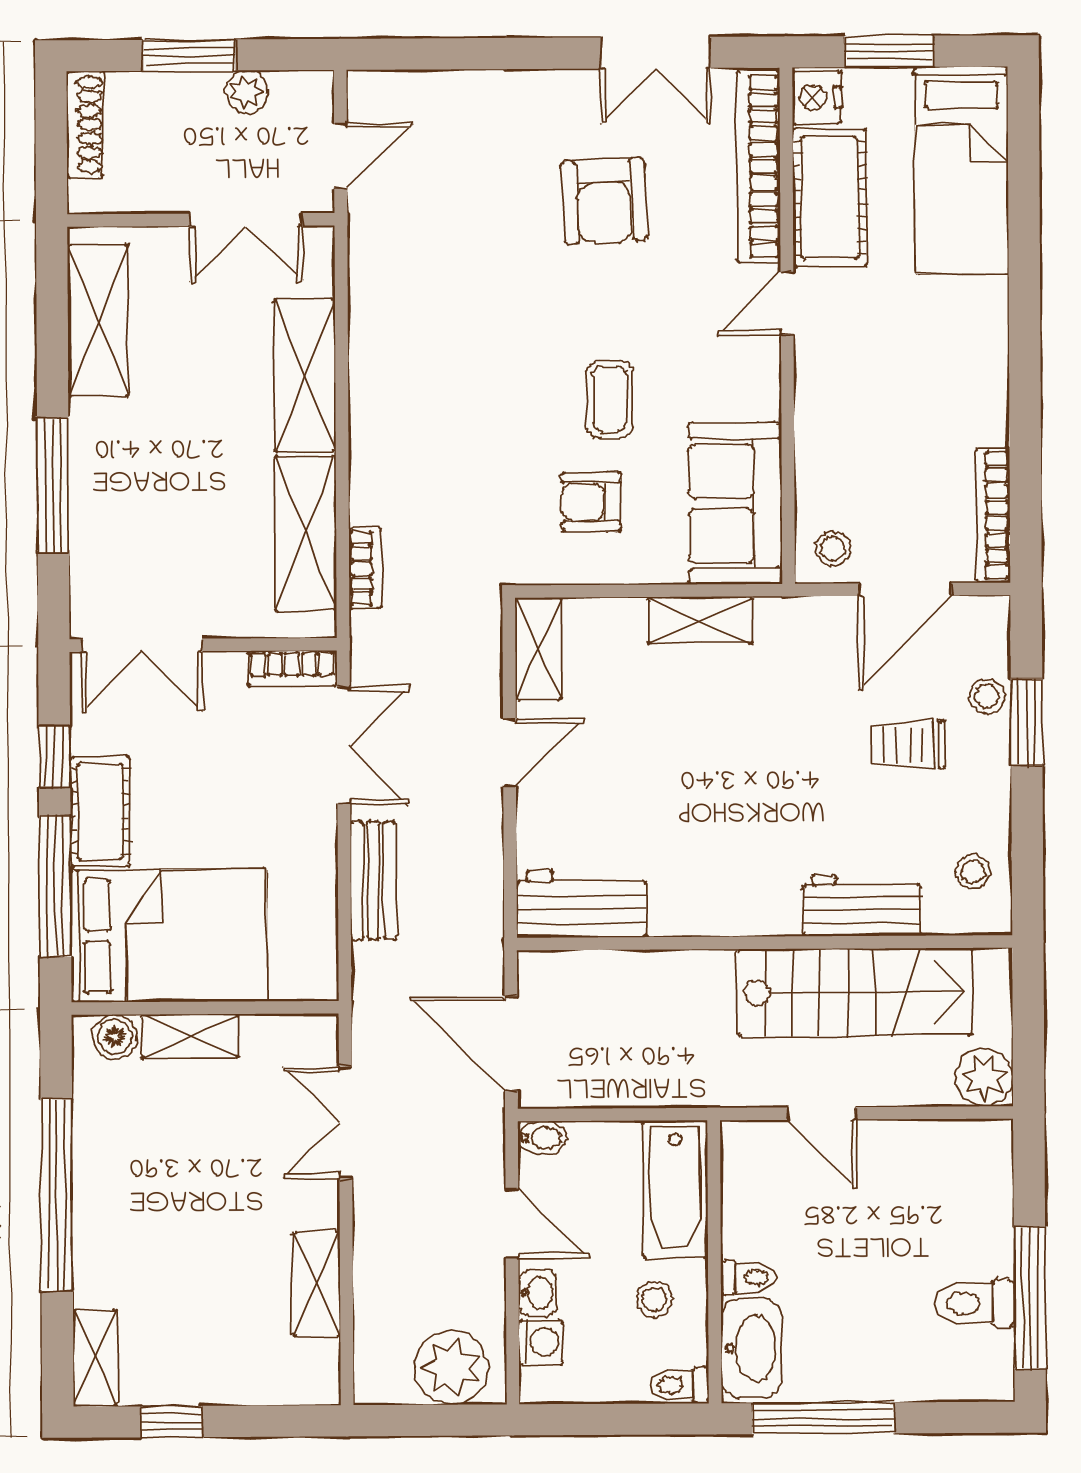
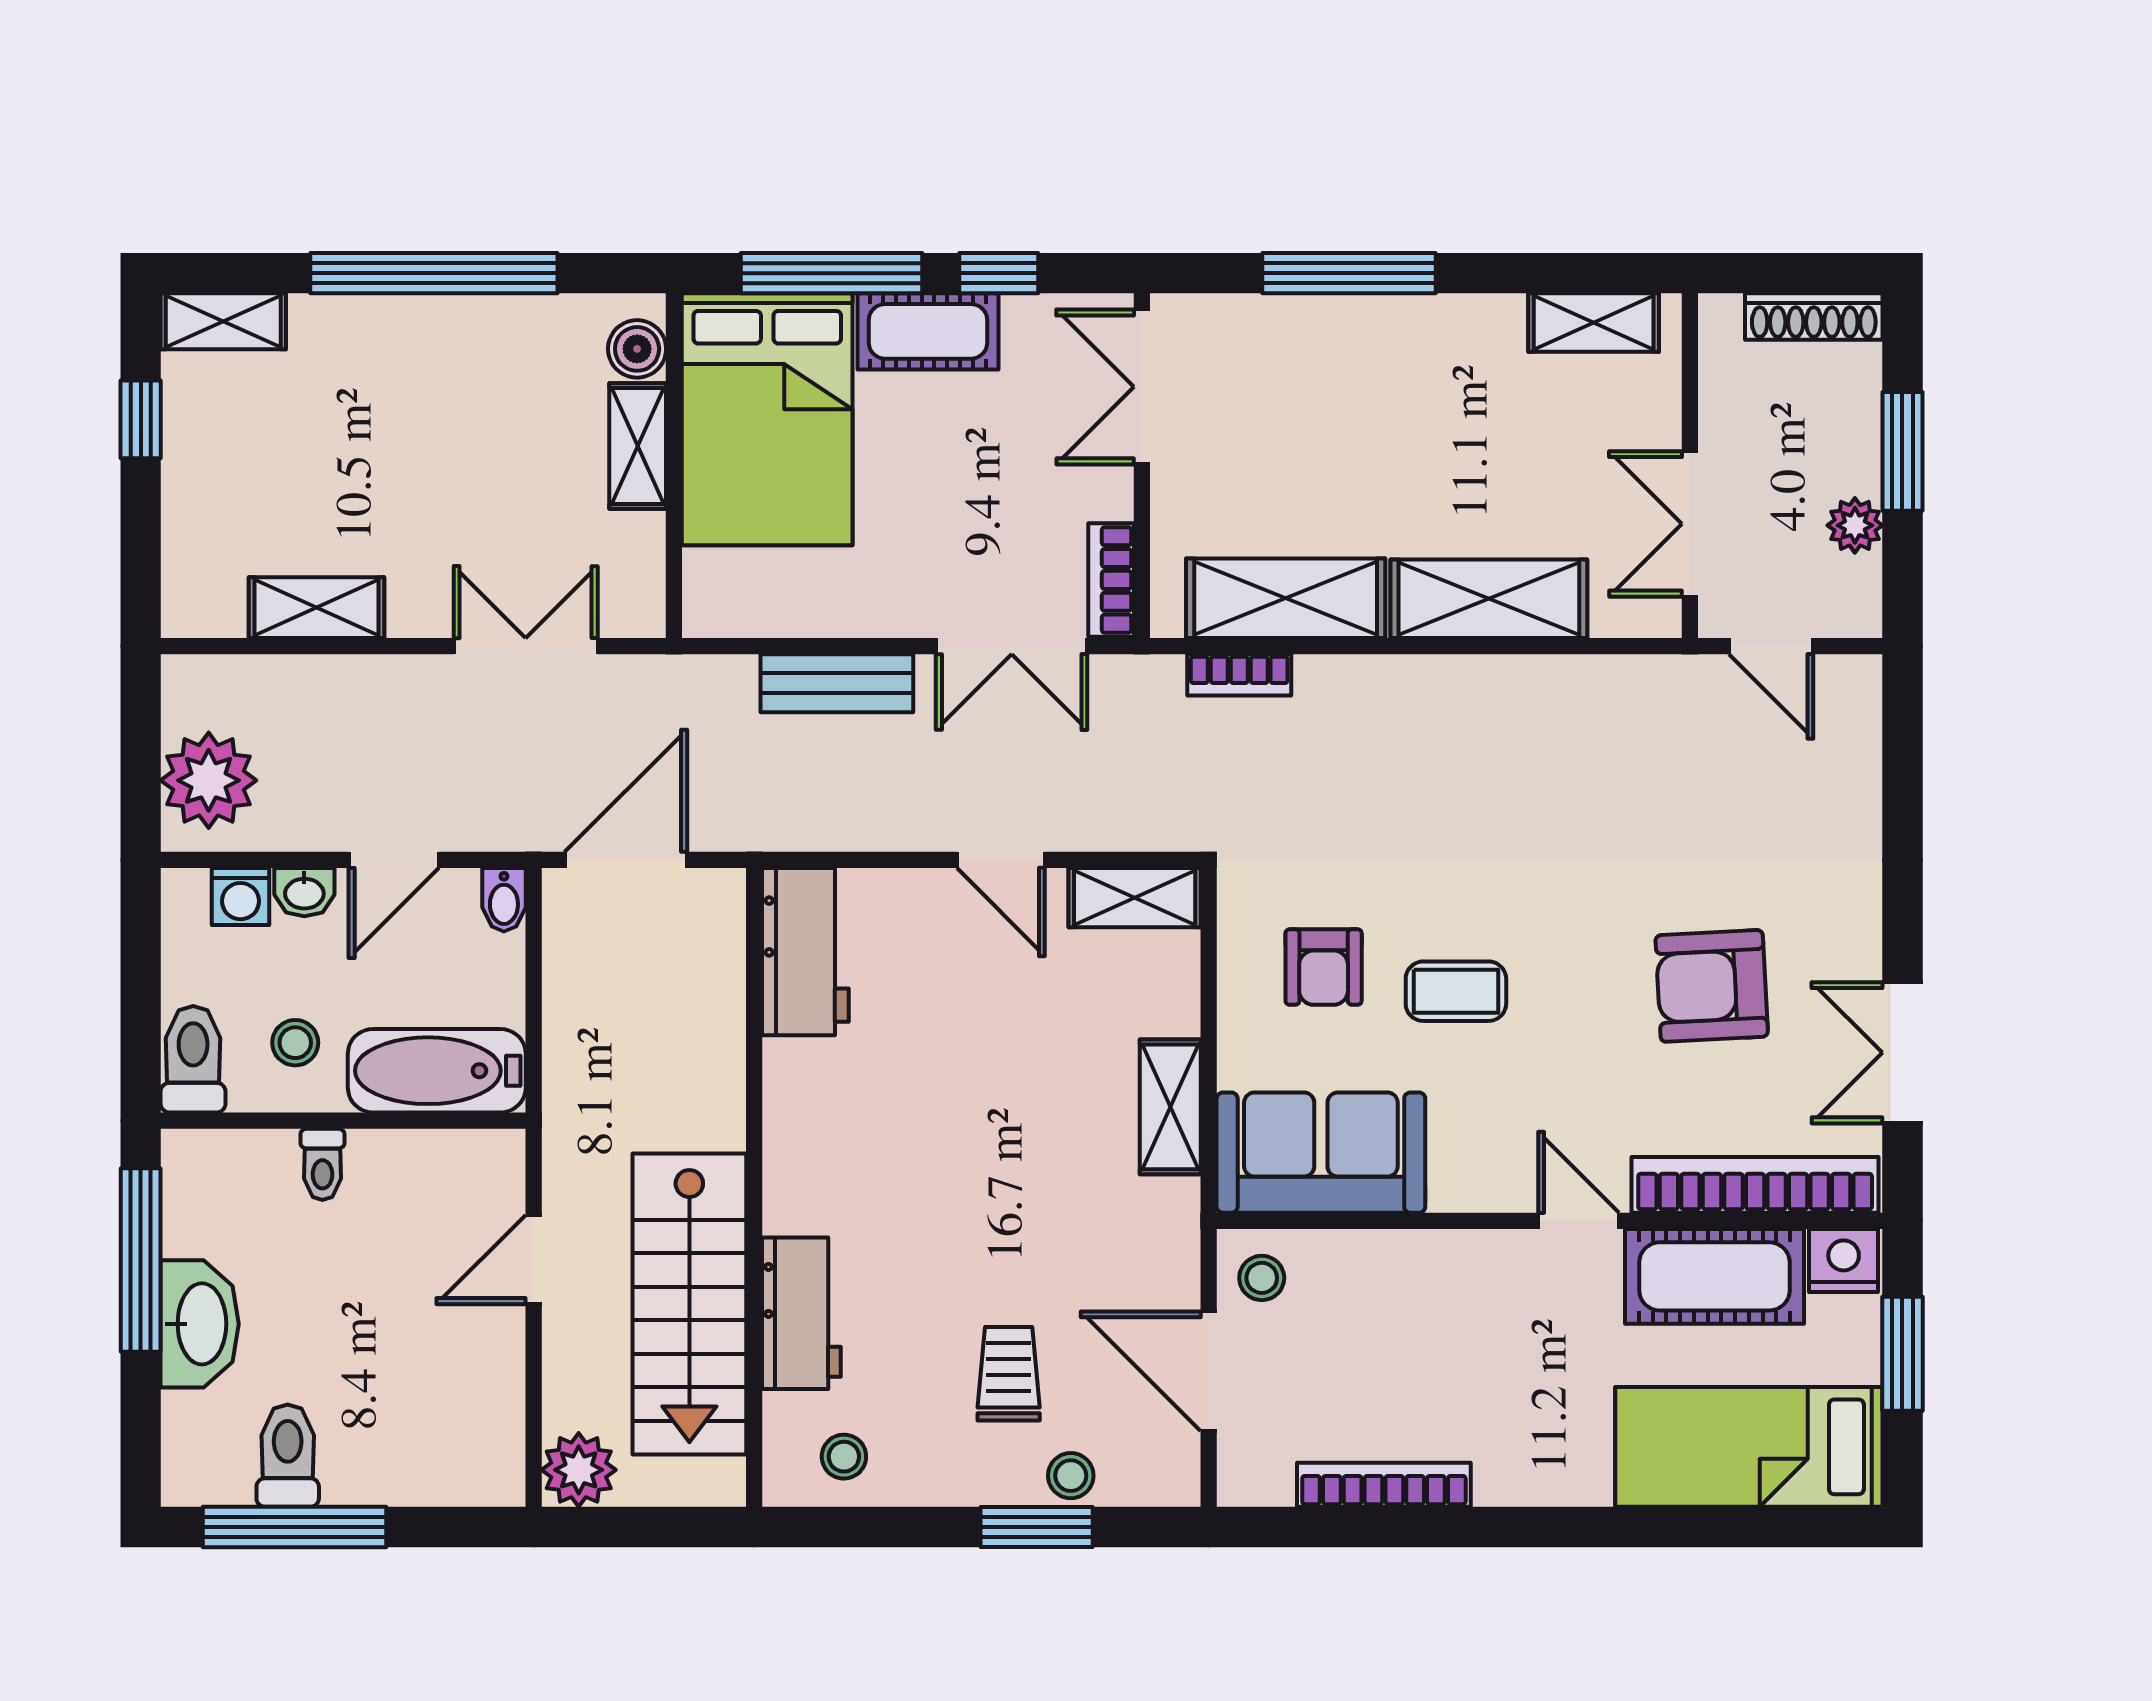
shelving: (98, 320) -> (1594, 322), width x0.67, depth x0.75
armchair: (591, 502) -> (1324, 967), turned 180
bookcase: (993, 515) -> (1384, 1485), moved
washbasin: (751, 1348) -> (200, 1324), moved, turned -90
toilet: (679, 1385) -> (193, 1059), width x1.37, depth x1.39

